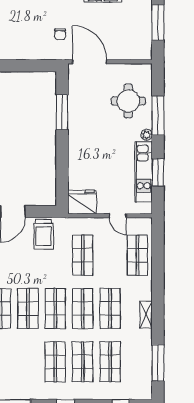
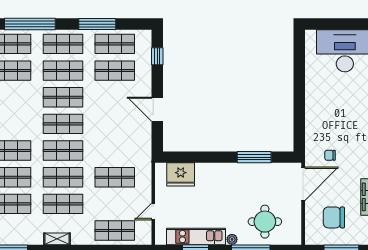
chair: (124, 30) -> (334, 217), added
fridge: (82, 202) -> (181, 174), moved, turned 90
trolley: (44, 234) -> (135, 139), removed

